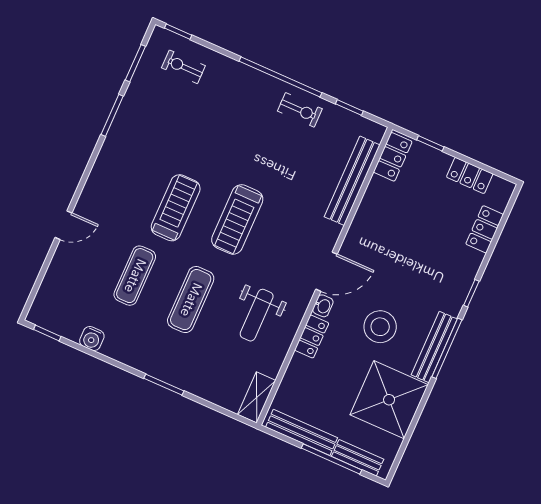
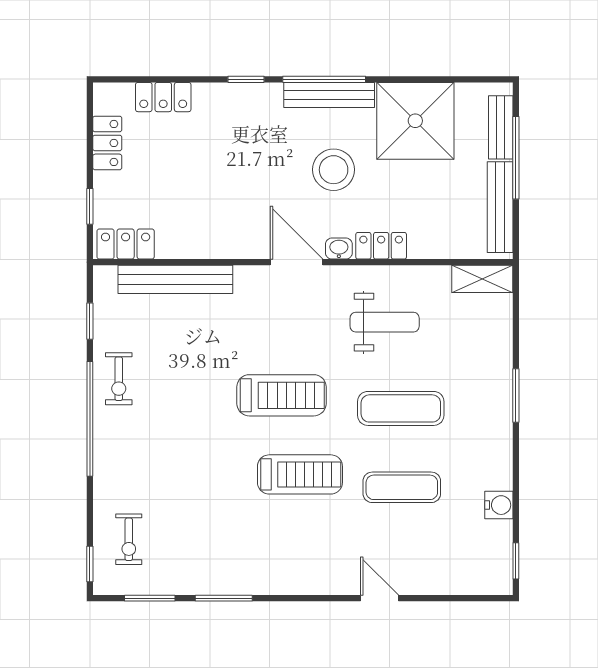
exercise bike: (300, 110) -> (119, 379), turned 180
treadmill: (176, 208) -> (300, 474), turned 180

